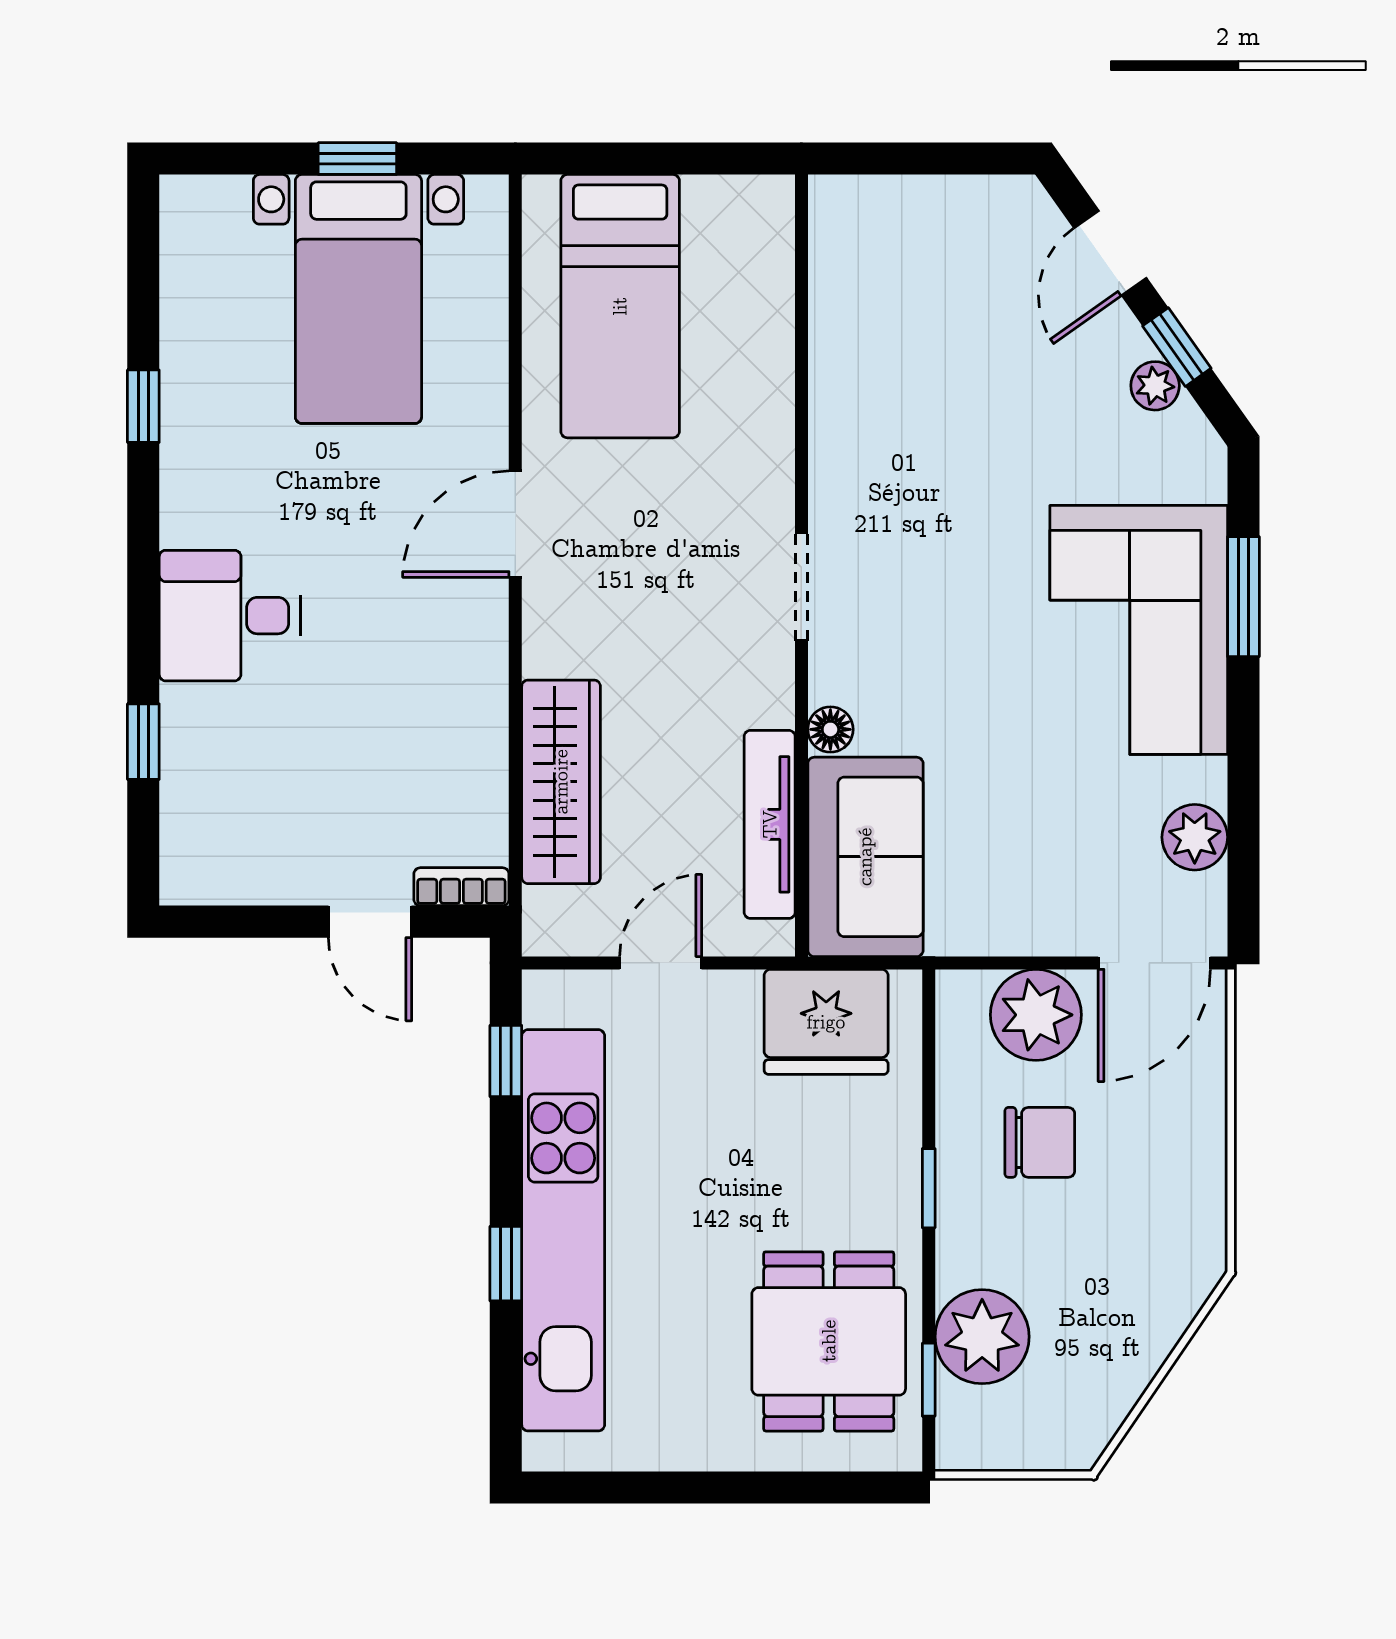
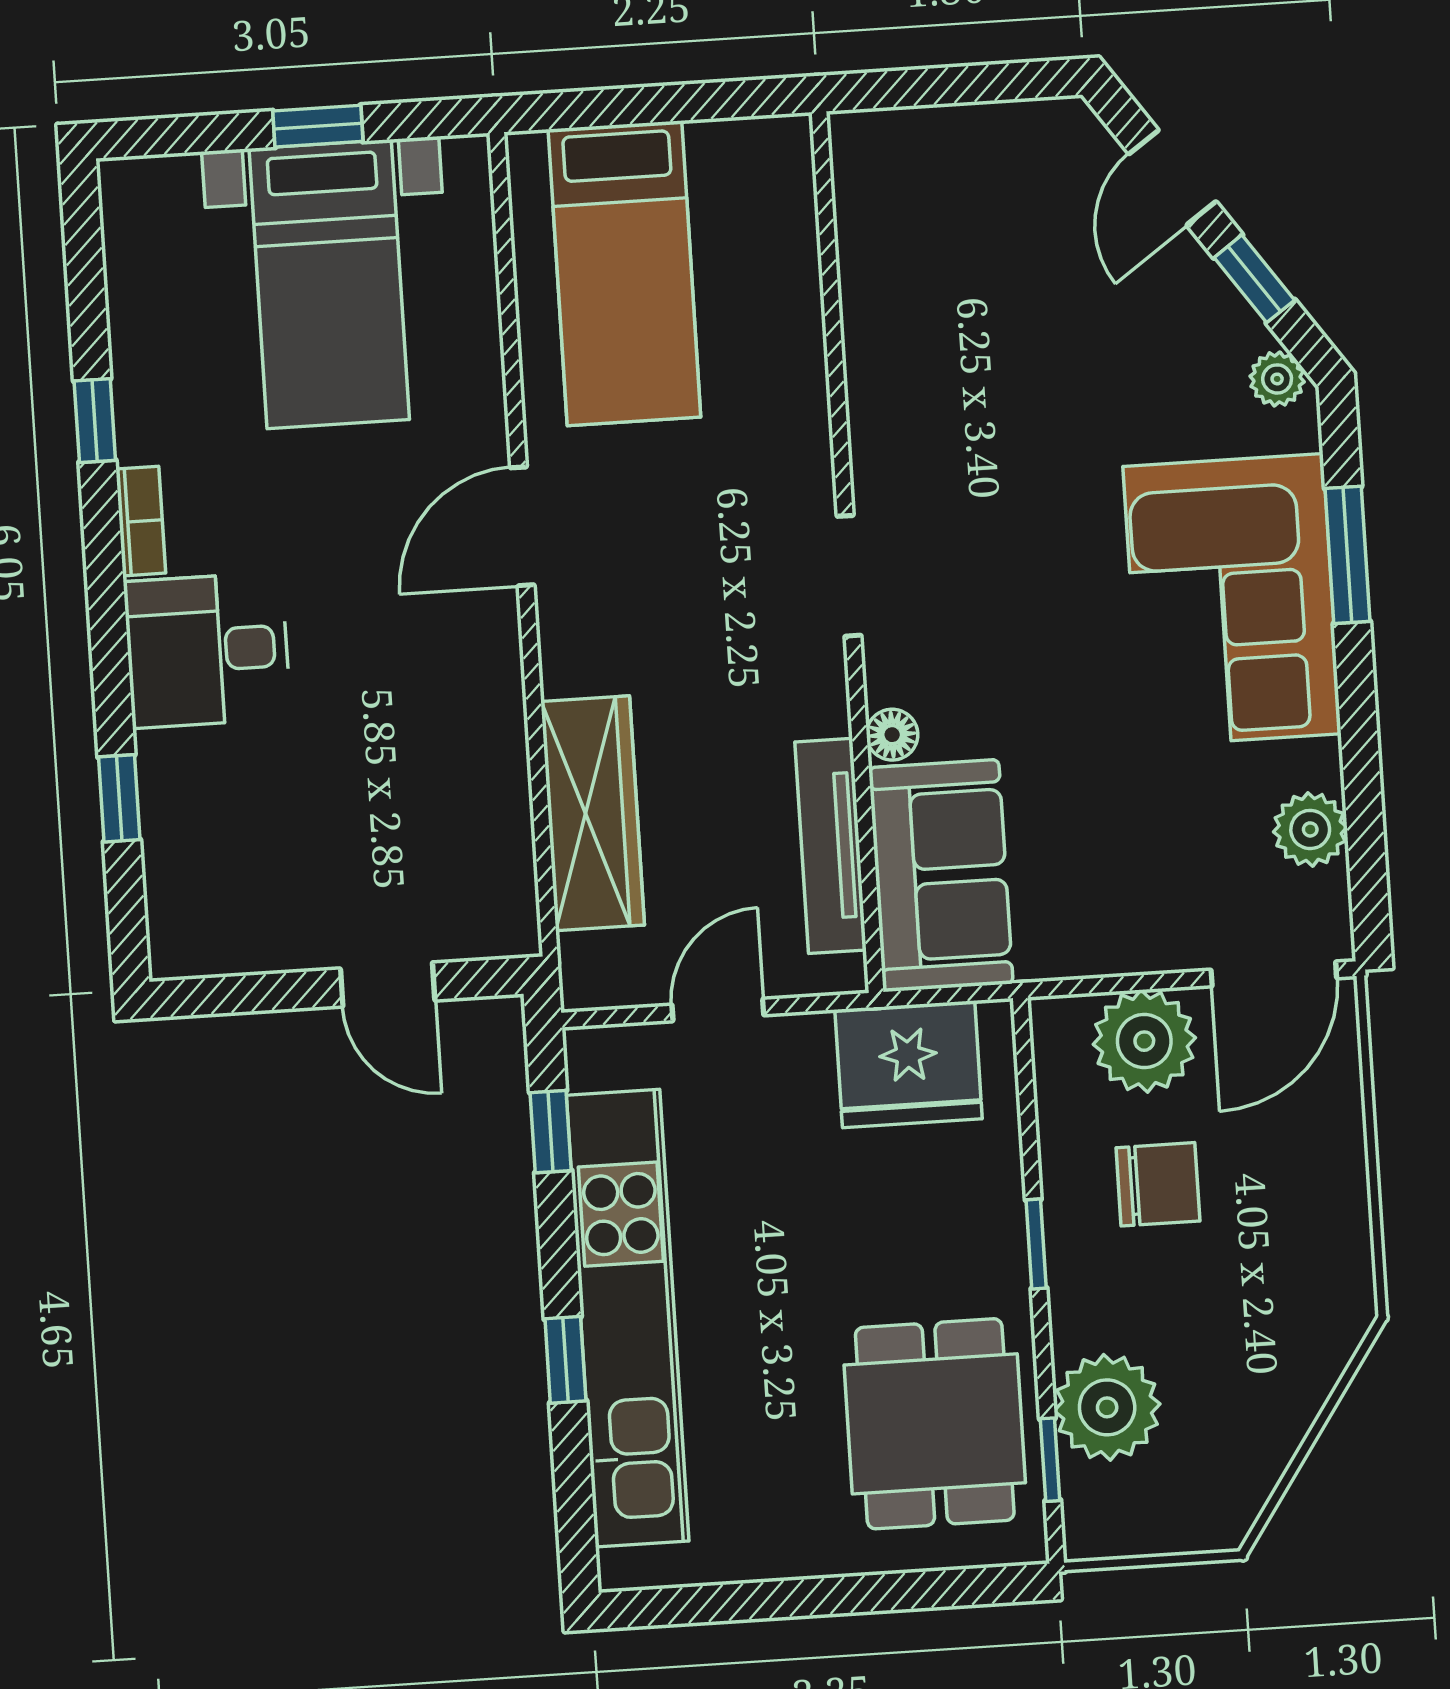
plant: (1155, 386) -> (1277, 379), moved
bookcase: (461, 887) -> (141, 521), moved, turned 90

